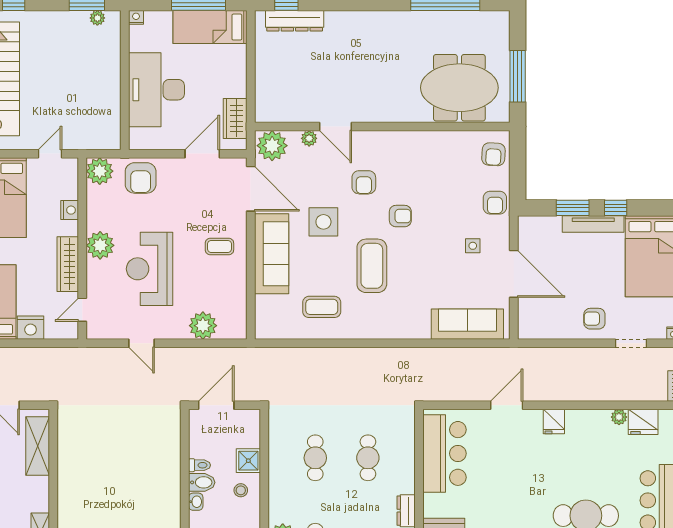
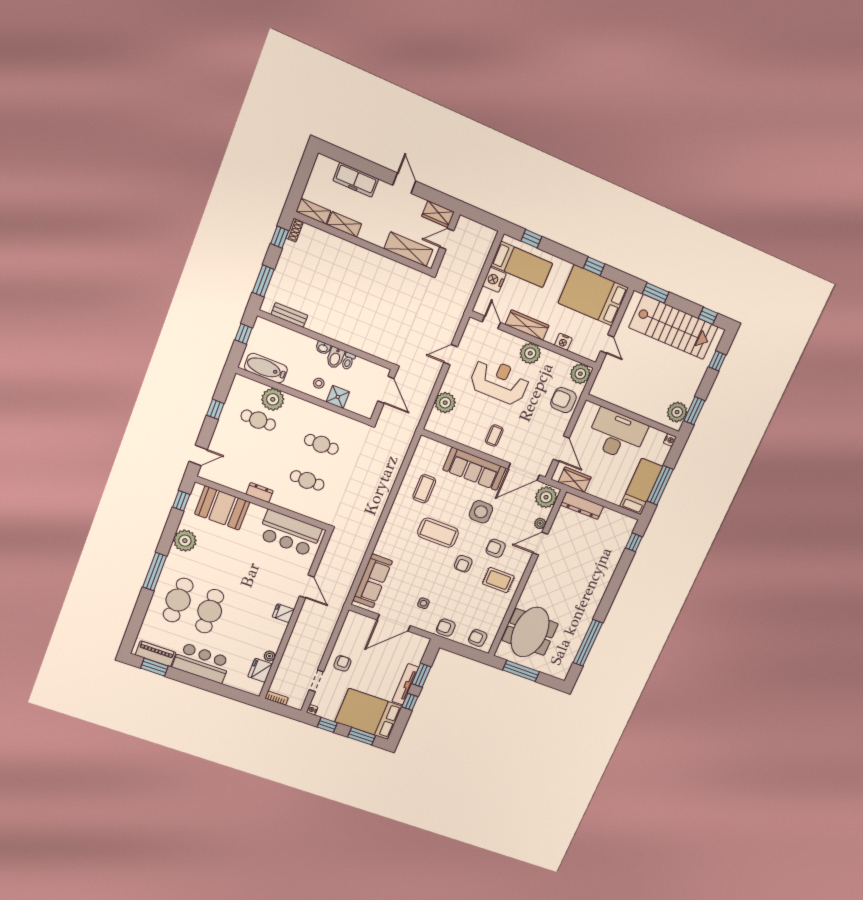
plant: (97, 18) -> (677, 412), width x1.88, depth x1.88
dresser: (295, 21) -> (582, 506), moved, turned -90
rug: (405, 161) -> (498, 580), added

